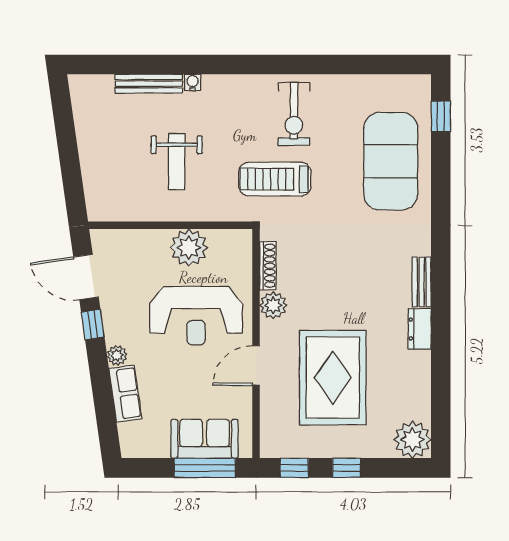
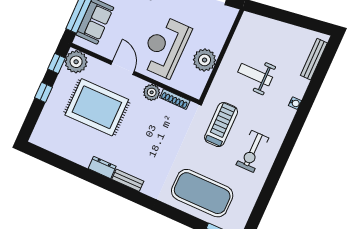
bench: (149, 84) -> (314, 59), moved
exercise bike: (294, 114) -> (252, 151), turned -90
plant: (412, 440) -> (76, 62), moved

